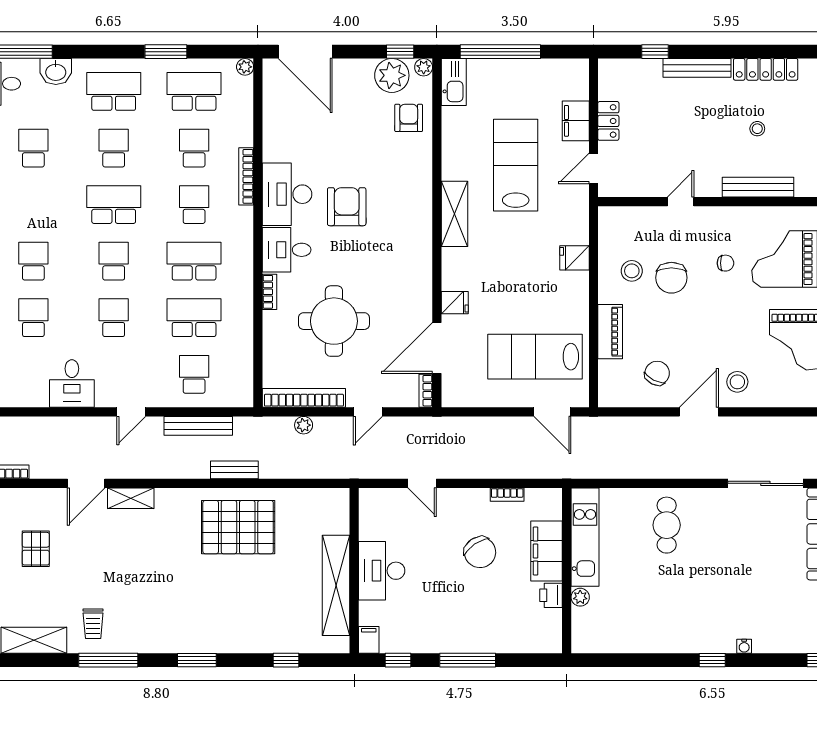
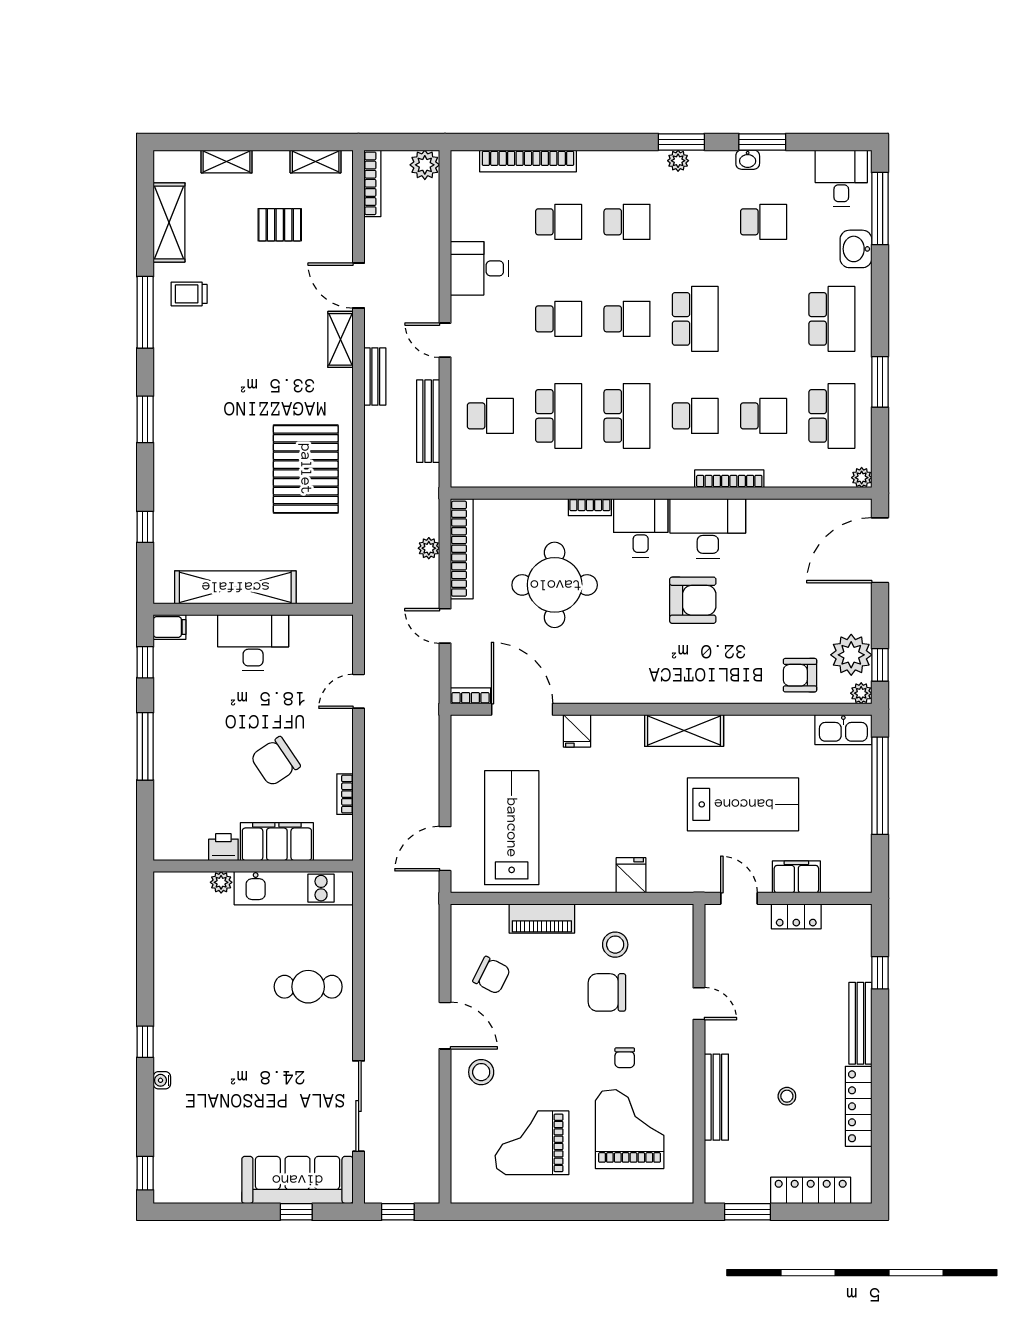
armchair: (409, 118) -> (800, 675), turned 180
school desk: (114, 148) -> (764, 319), removed
bench: (234, 470) -> (375, 377), moved

